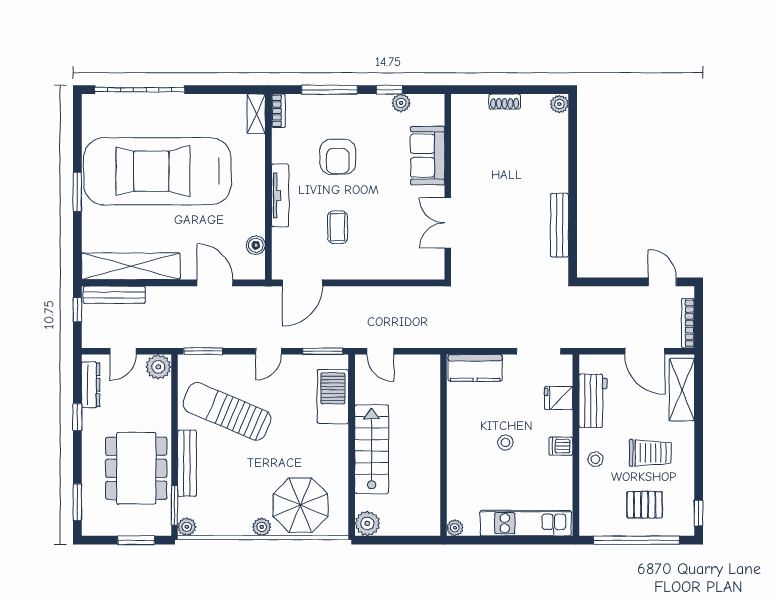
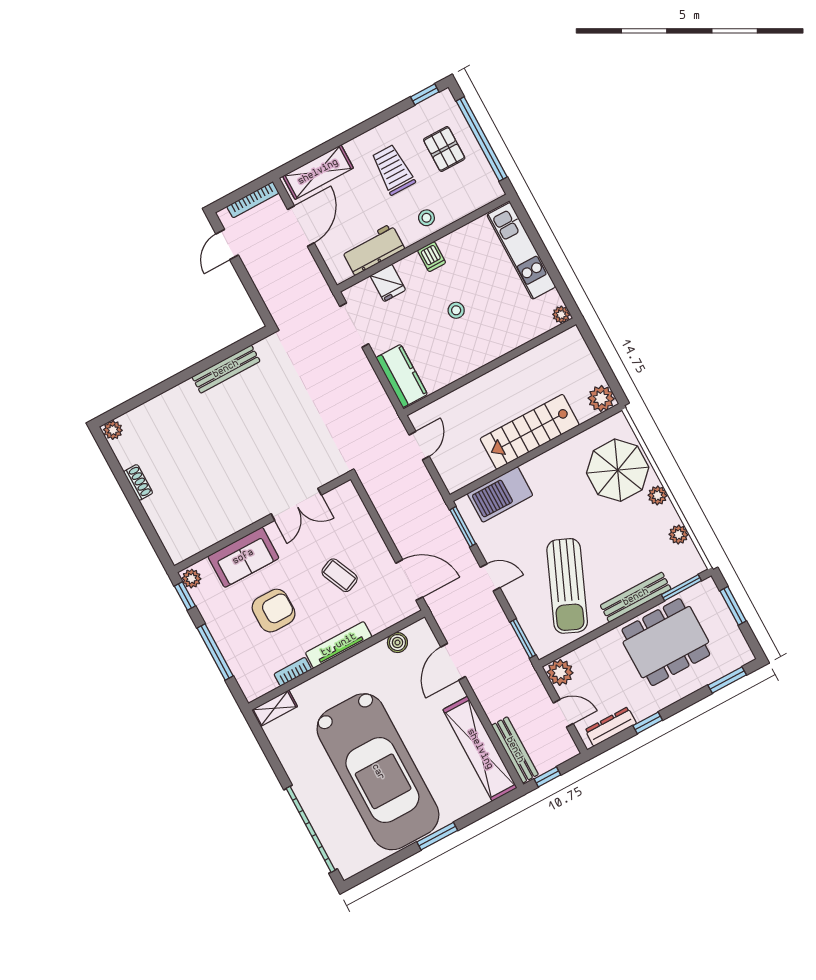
bookcase: (278, 111) -> (293, 672), moved
sofa: (428, 155) -> (243, 557), moved
wall: (448, 187) -> (262, 523), moved
double door: (448, 223) -> (296, 504), moved
coffee table: (338, 227) -> (340, 575), turned 66
door: (380, 351) -> (419, 446), moved
plant: (187, 527) -> (678, 535), moved

